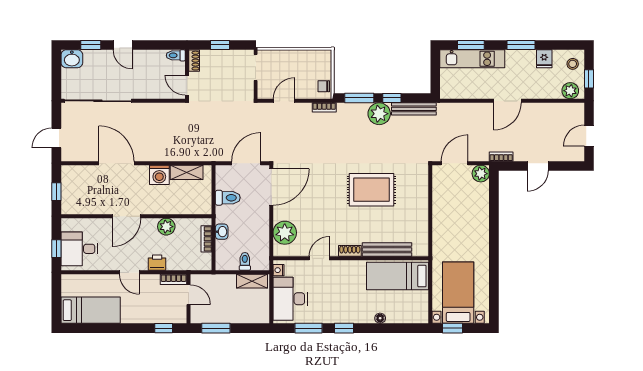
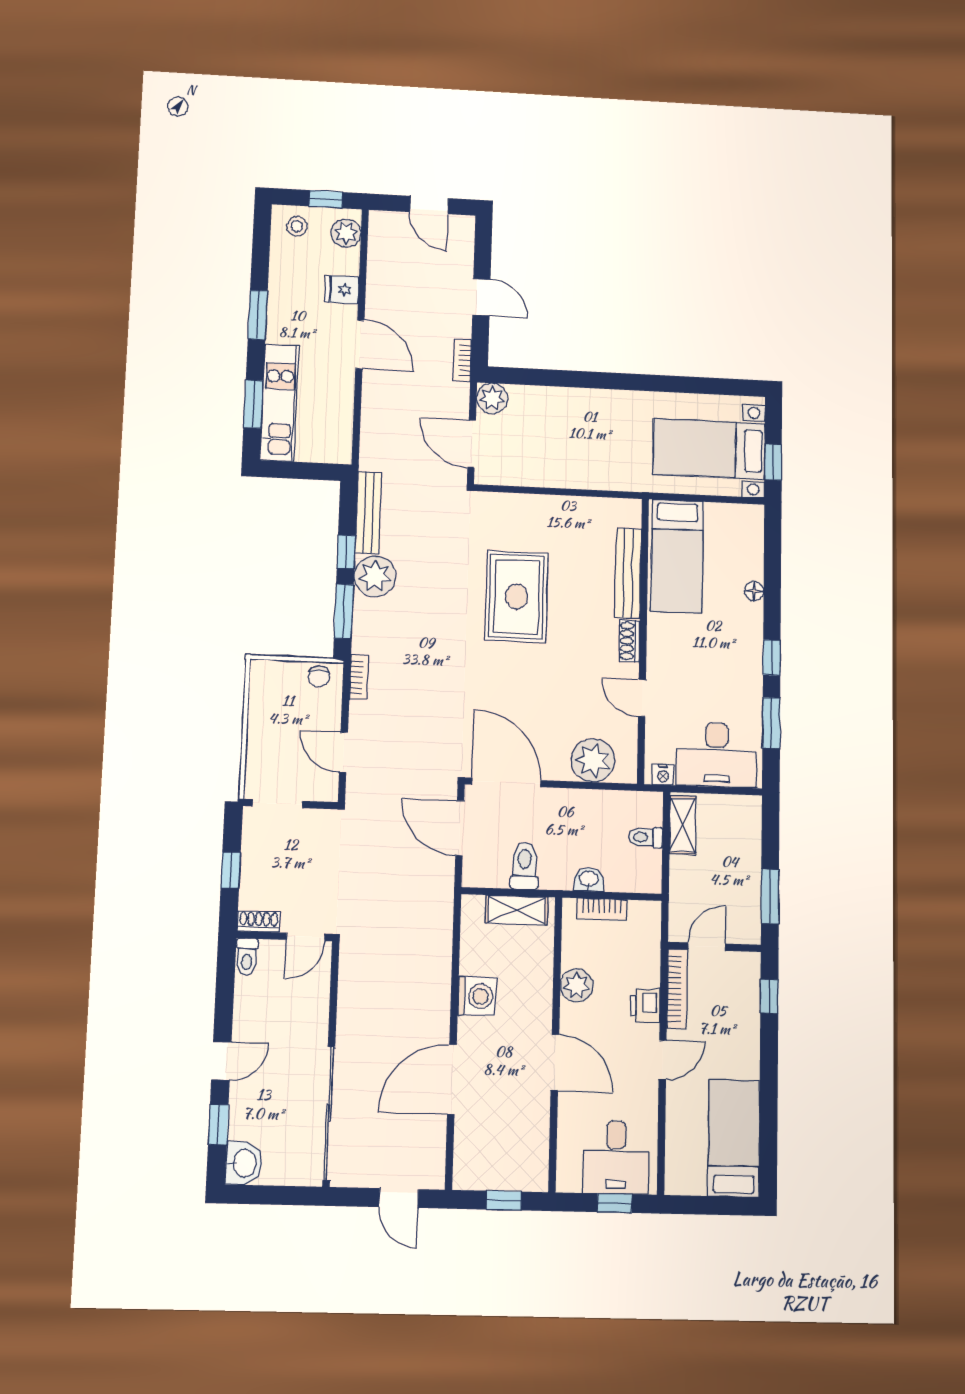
fridge: (544, 59) -> (342, 290), moved, turned 180
shelving: (187, 172) -> (517, 910), moved, turned 90
bookcase: (174, 279) -> (677, 989), width x1.56

